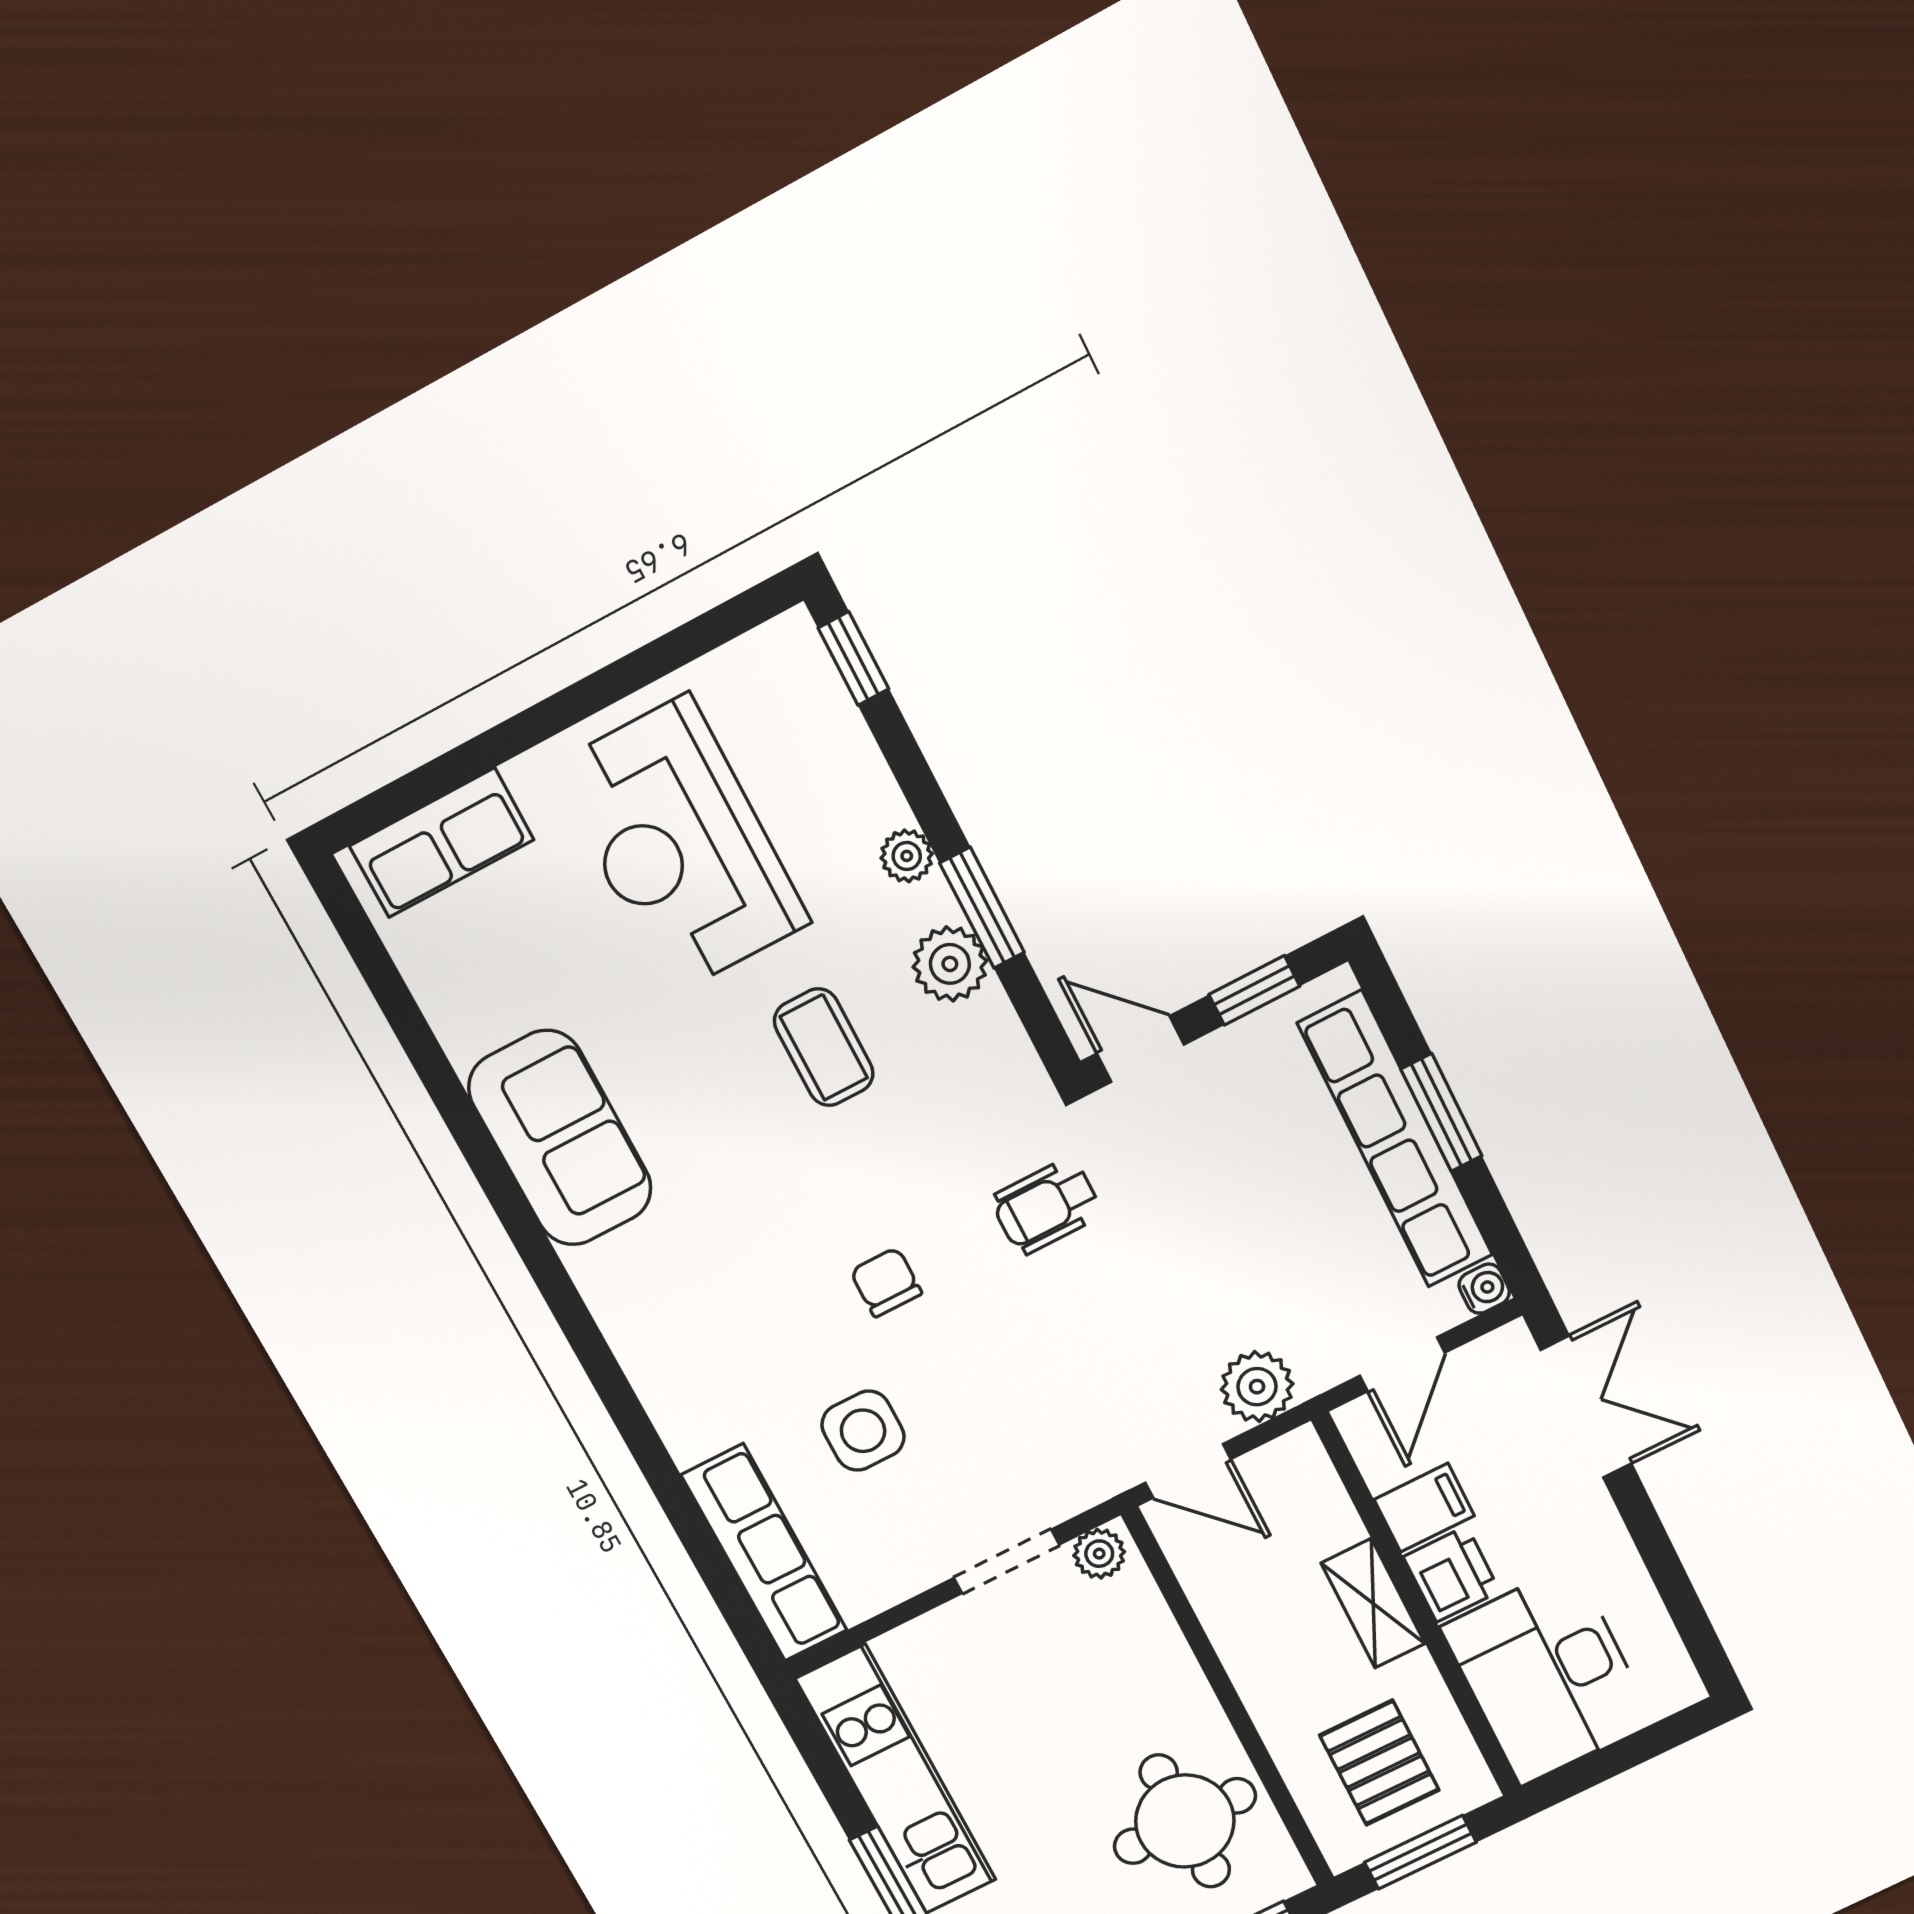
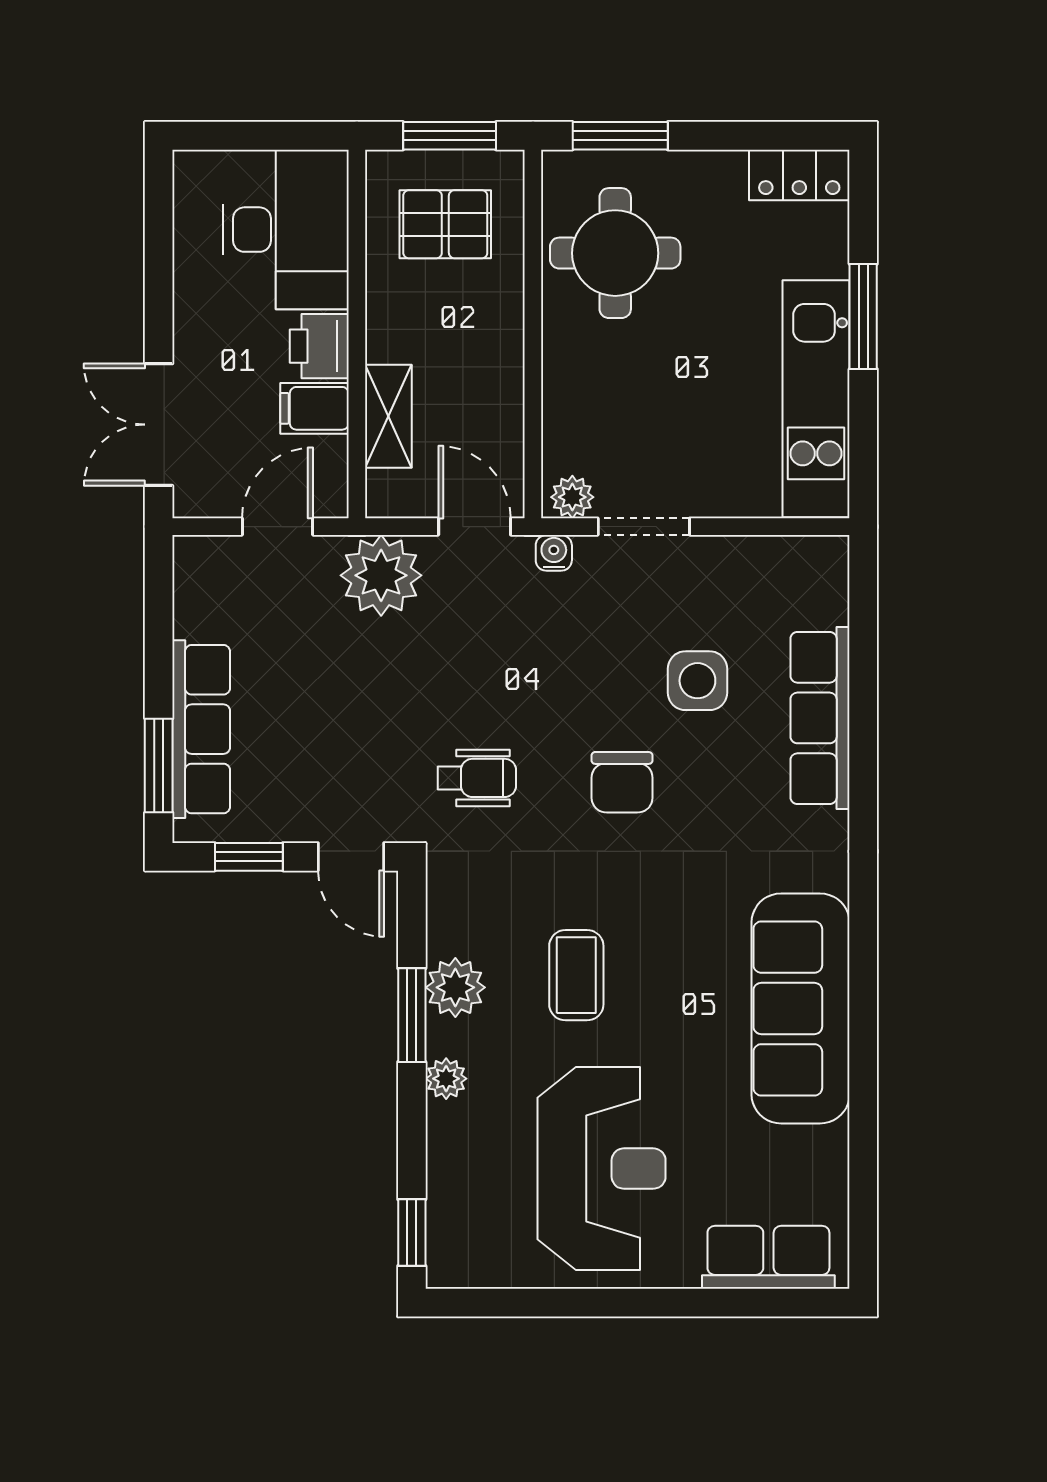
window: (1441, 1113) -> (159, 765), moved
sofa: (560, 1138) -> (801, 1008), width x1.36
row of seats: (1395, 1140) -> (201, 729), width x0.73
chair: (886, 1282) -> (622, 782), width x1.37, depth x1.37
water cooler: (1484, 1289) -> (554, 553), moved, turned 90
plant: (1257, 1387) -> (381, 575), width x1.36, depth x1.36
row of seats: (764, 1553) -> (820, 718), moved
shelving: (1373, 1603) -> (388, 416), moved
pallet: (1379, 1763) -> (445, 224), turned 90

